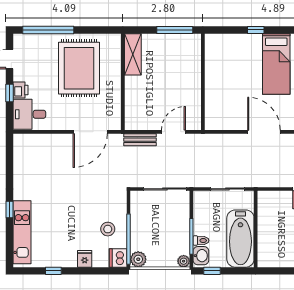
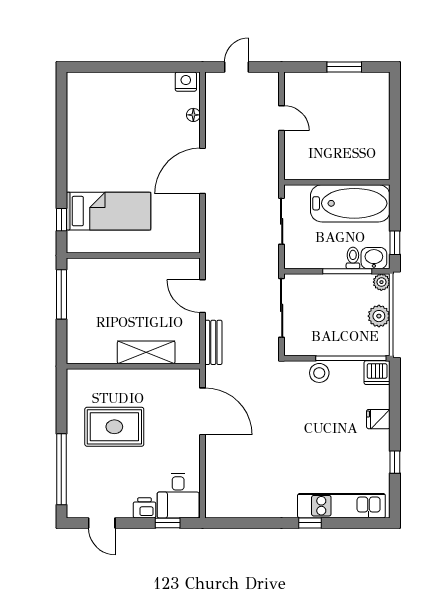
window: (256, 30) -> (61, 220), moved
shelving: (133, 54) -> (146, 352), moved
bed: (276, 64) -> (109, 211), moved
rug: (79, 68) -> (114, 427), width x0.73, depth x0.69
window: (10, 93) -> (168, 523), moved
stool: (108, 229) -> (319, 373), moved
plant: (138, 259) -> (379, 316), moved

